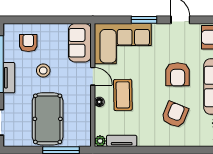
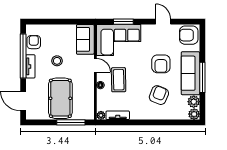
window: (144, 20) -> (123, 22), moved
armchair: (28, 43) -> (34, 42), moved

